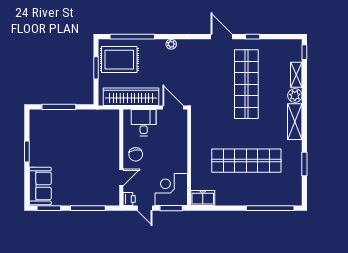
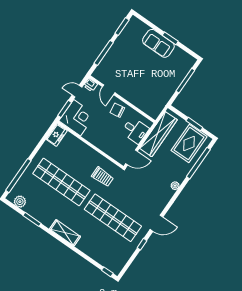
shelving: (296, 75) -> (96, 256), removed
plant: (295, 95) -> (20, 202), moved
trolley: (213, 123) -> (103, 177), added
shop shelf: (246, 161) -> (61, 182), turned 90
sofa: (40, 186) -> (158, 43), moved

